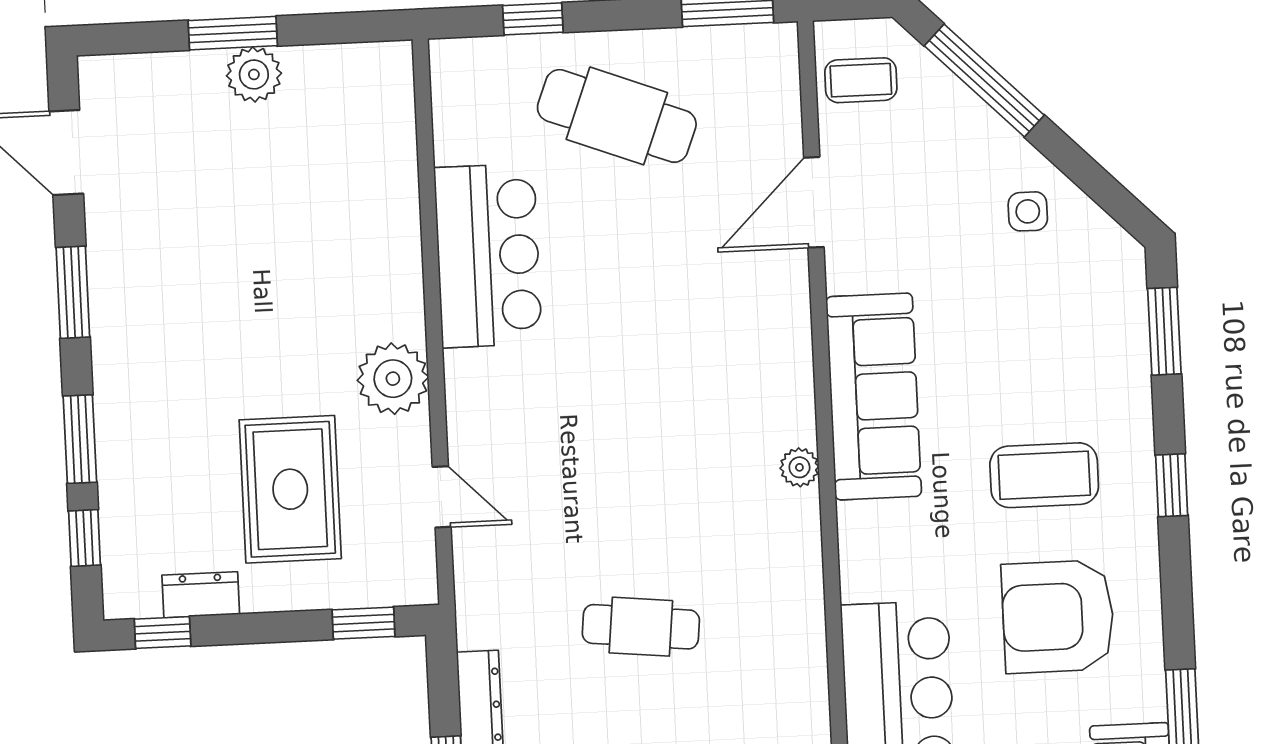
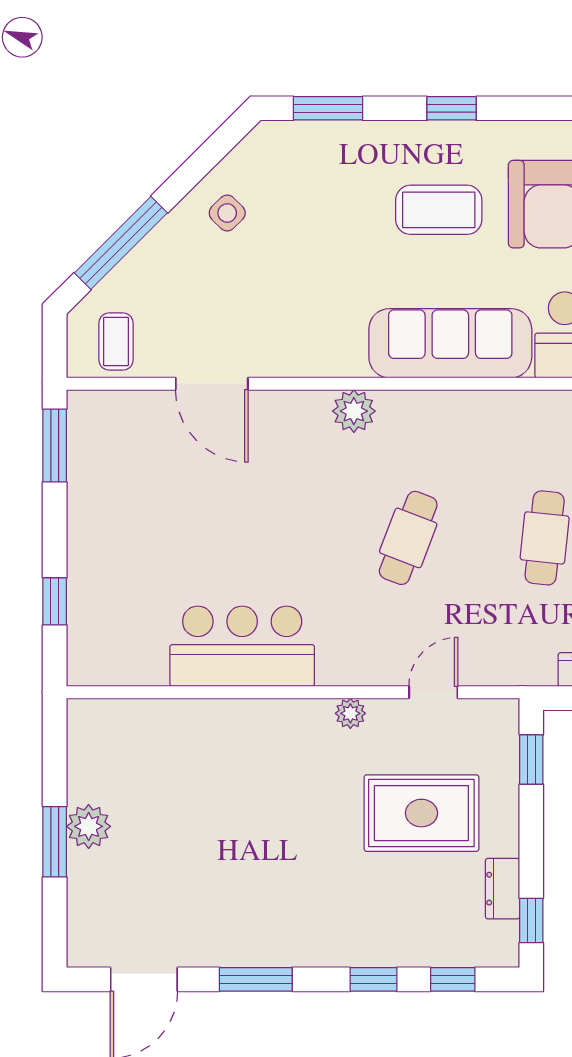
cafe table: (617, 116) -> (408, 538), moved, width x0.73, depth x0.74
side table: (1028, 211) -> (227, 213), turned 45
plant: (393, 379) -> (350, 713), width x0.53, depth x0.53
sofa: (874, 396) -> (450, 343), moved
window: (80, 439) -> (374, 979), width x0.67
plant: (799, 467) -> (354, 411), moved, width x1.38, depth x1.38
coffee table: (1044, 475) -> (439, 210), turned 90

